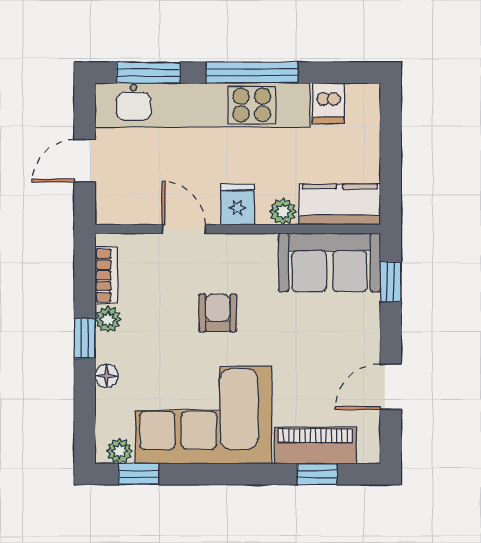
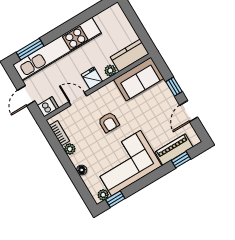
window: (252, 73) -> (68, 26), removed
dishwasher: (328, 103) -> (48, 107), moved, turned -90
window: (391, 282) -> (174, 87), moved
armchair: (218, 313) -> (109, 122), turned 180
window: (85, 338) -> (65, 161), removed

